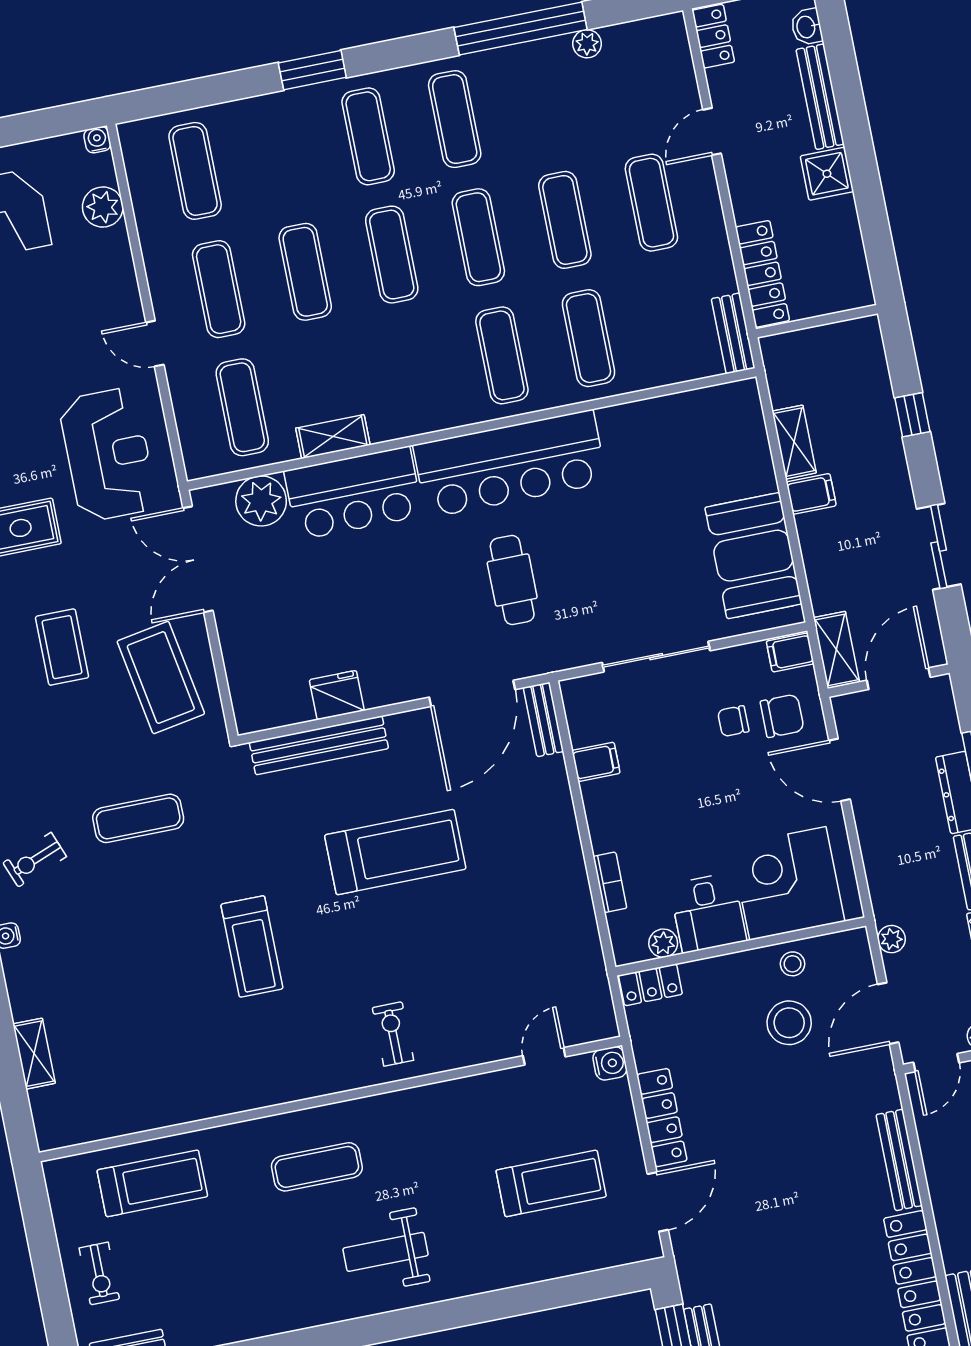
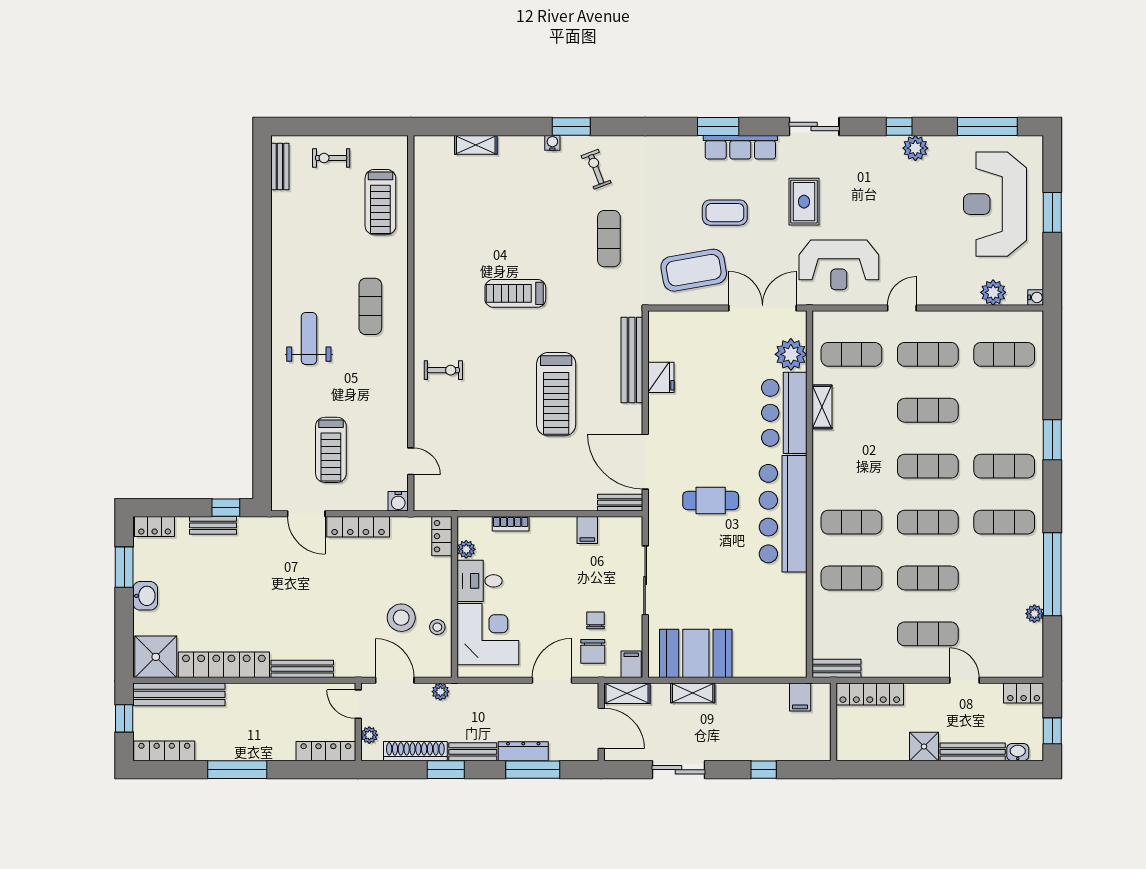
shelving: (794, 442) -> (693, 693), moved
filing cabinet: (811, 494) -> (800, 697), moved

